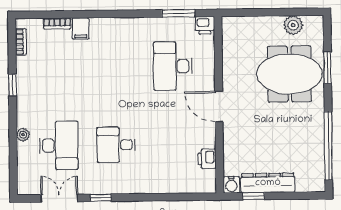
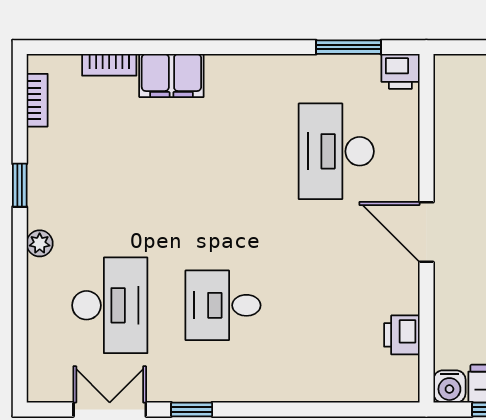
filing cabinet: (81, 29) -> (171, 76), width x2.00
plant: (23, 135) -> (40, 243), moved

